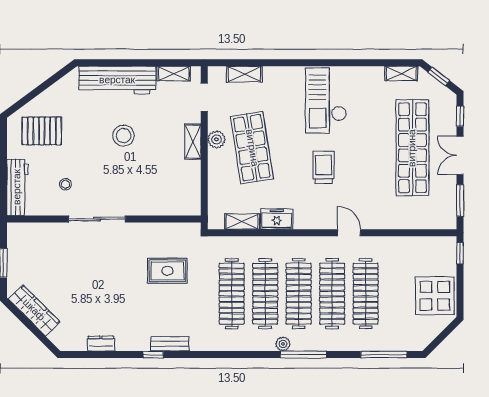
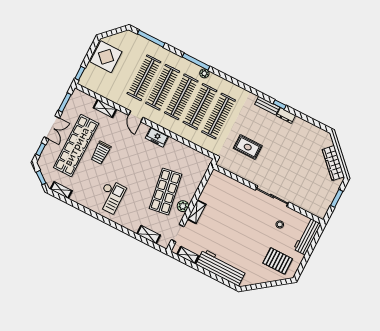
checkout: (326, 100) -> (111, 197), width x0.73, depth x0.83
stool: (123, 136) -> (234, 235), removed
trolley: (324, 167) -> (101, 153), moved
freezer: (277, 219) -> (157, 137), moved
shelving: (242, 221) -> (105, 108), moved
dresser: (101, 344) -> (286, 116), moved

